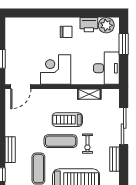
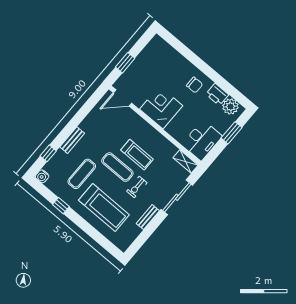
shelving: (89, 94) -> (186, 161), moved
treadmill: (67, 120) -> (137, 155), turned 180

